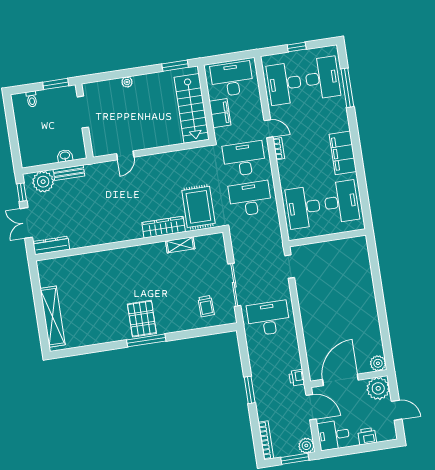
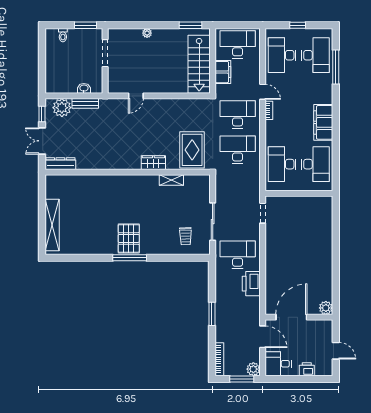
wardrobe: (164, 227) -> (153, 163), width x0.67
printer: (297, 378) -> (251, 284), moved, width x1.87, depth x1.48
plant: (378, 388) -> (323, 329), removed

